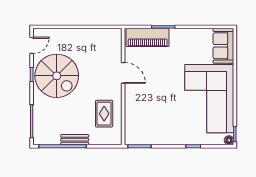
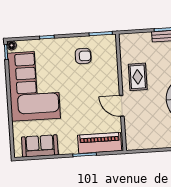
sofa: (223, 46) -> (40, 146), moved, turned -90
rug: (104, 114) -> (138, 77), moved
armchair: (158, 125) -> (83, 56), added

